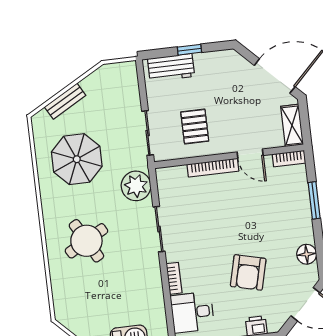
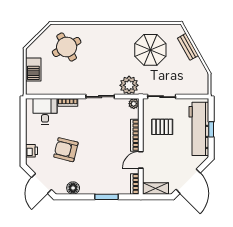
workbench: (171, 68) -> (199, 129), width x1.88, depth x1.32
plant: (164, 175) -> (134, 104), added
round table: (86, 241) -> (67, 47), moved

